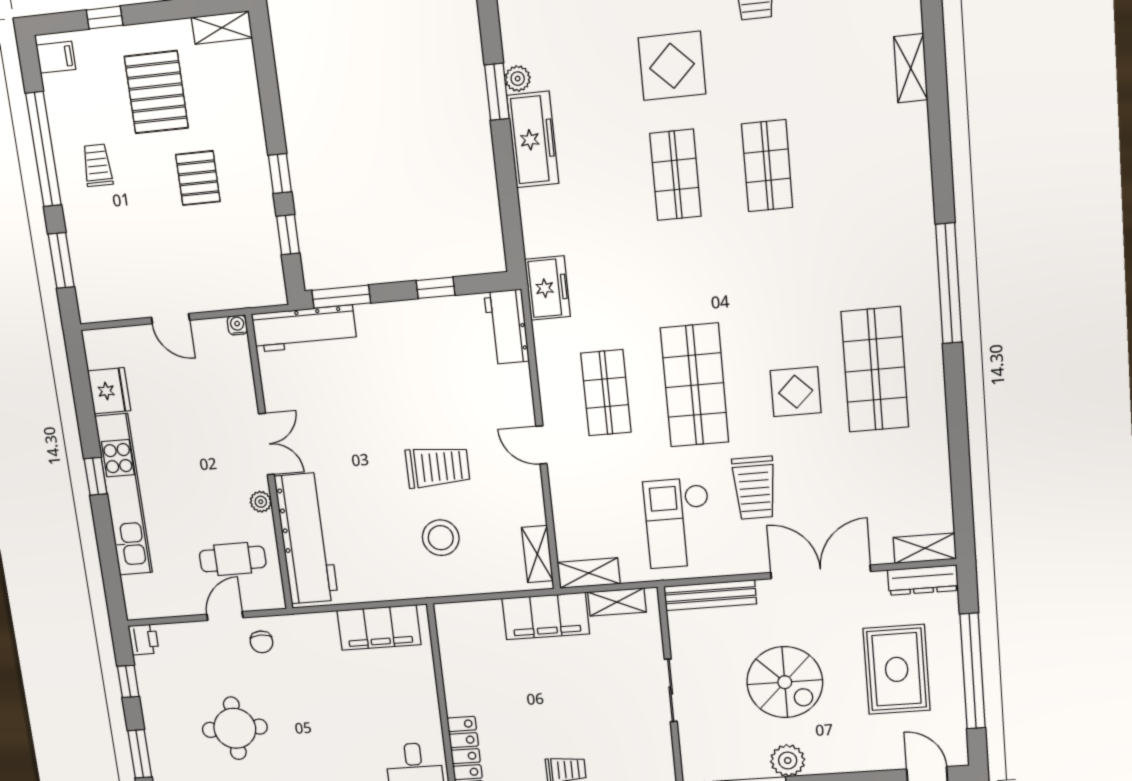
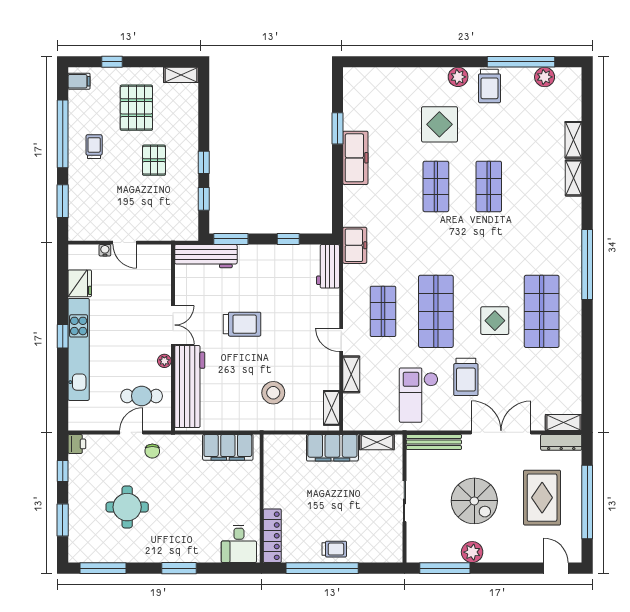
plant: (518, 79) -> (350, 122), removed
shelving: (915, 136) -> (574, 178), added
water cooler: (237, 325) -> (105, 250), moved
trolley: (438, 467) -> (242, 324), moved
shelving: (589, 573) -> (351, 374), moved, turned 90

